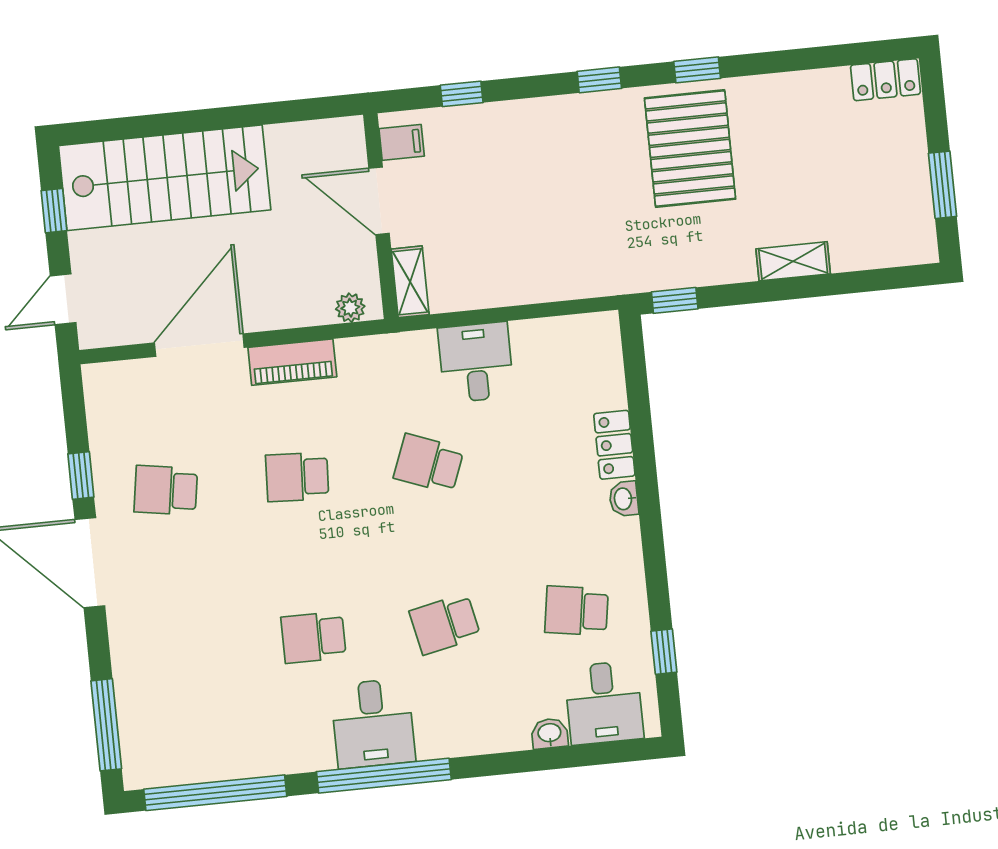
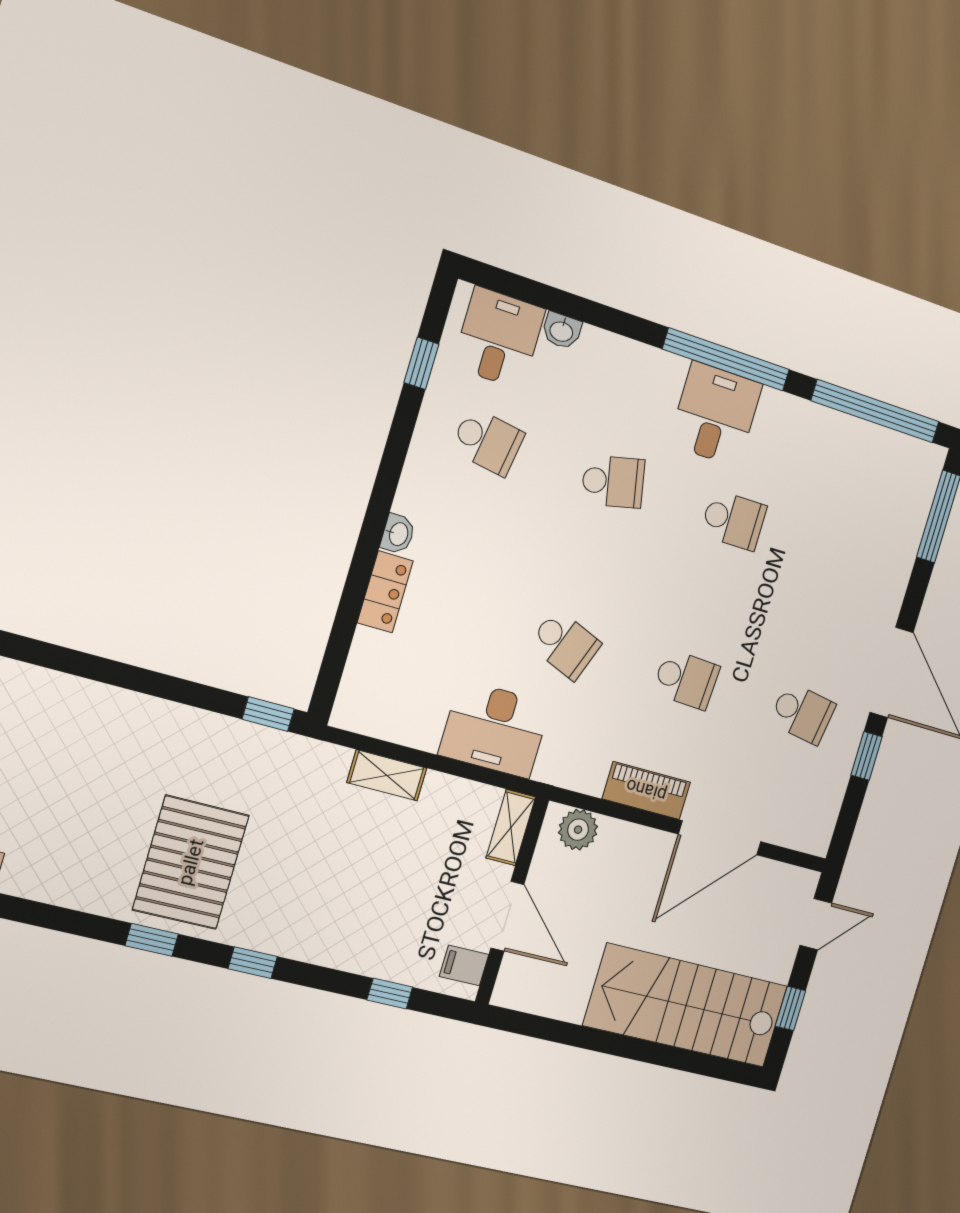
shelving: (793, 261) -> (387, 775), moved
plant: (350, 308) -> (578, 830), width x1.38, depth x1.38
desk: (476, 362) -> (495, 729), width x1.37

